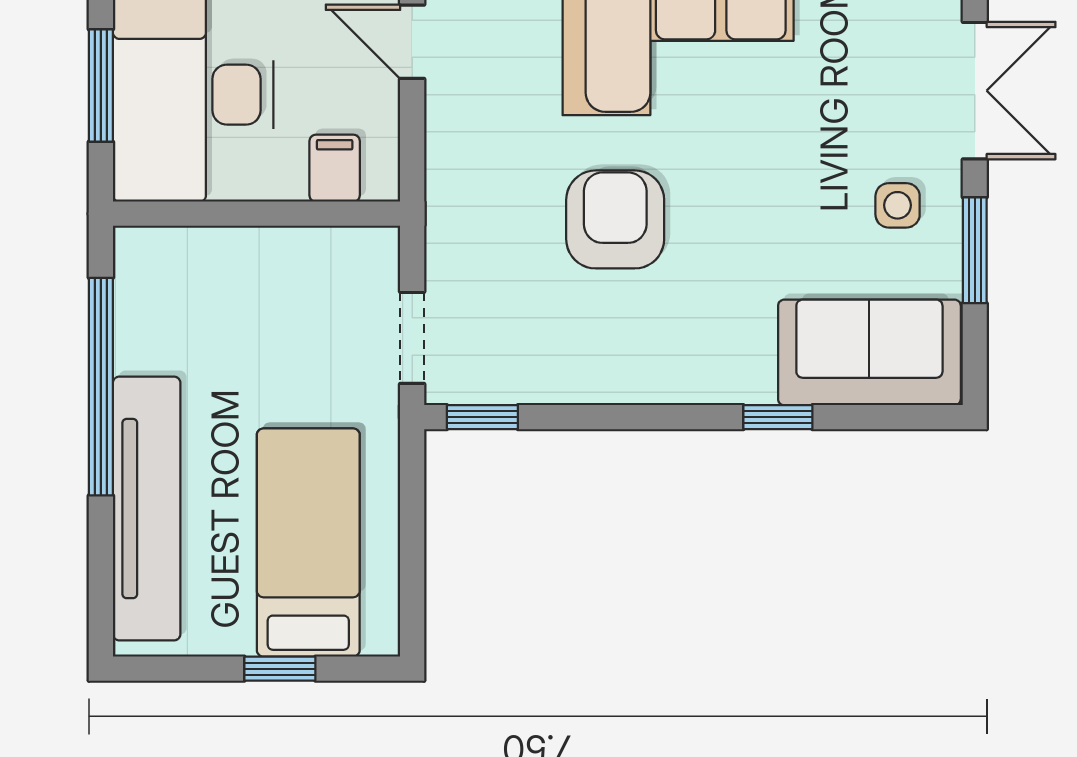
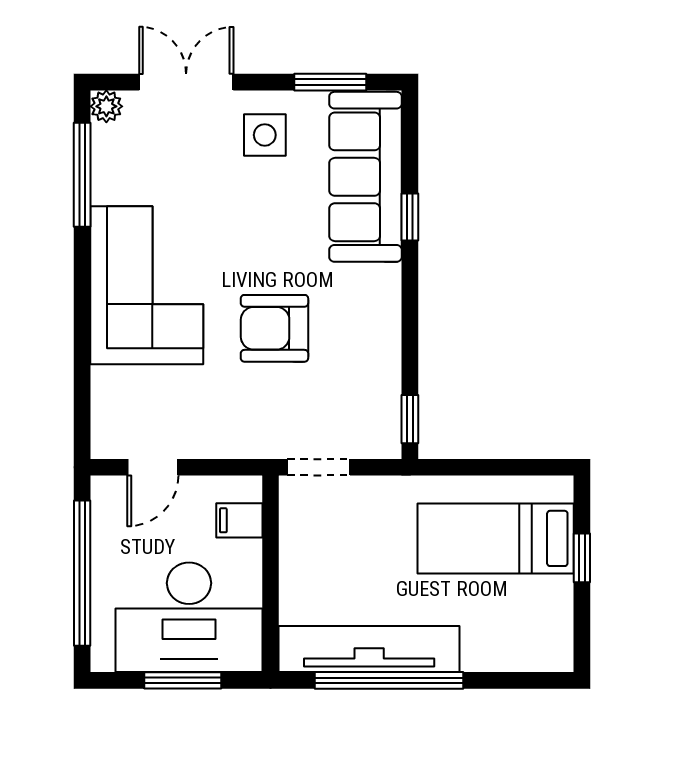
side table: (898, 205) -> (265, 135), width x1.37, depth x1.37
window: (975, 250) -> (330, 82), moved
doorway: (412, 338) -> (319, 467), moved
sofa: (869, 352) -> (365, 177), width x1.36
tv unit: (147, 509) -> (369, 649), moved

